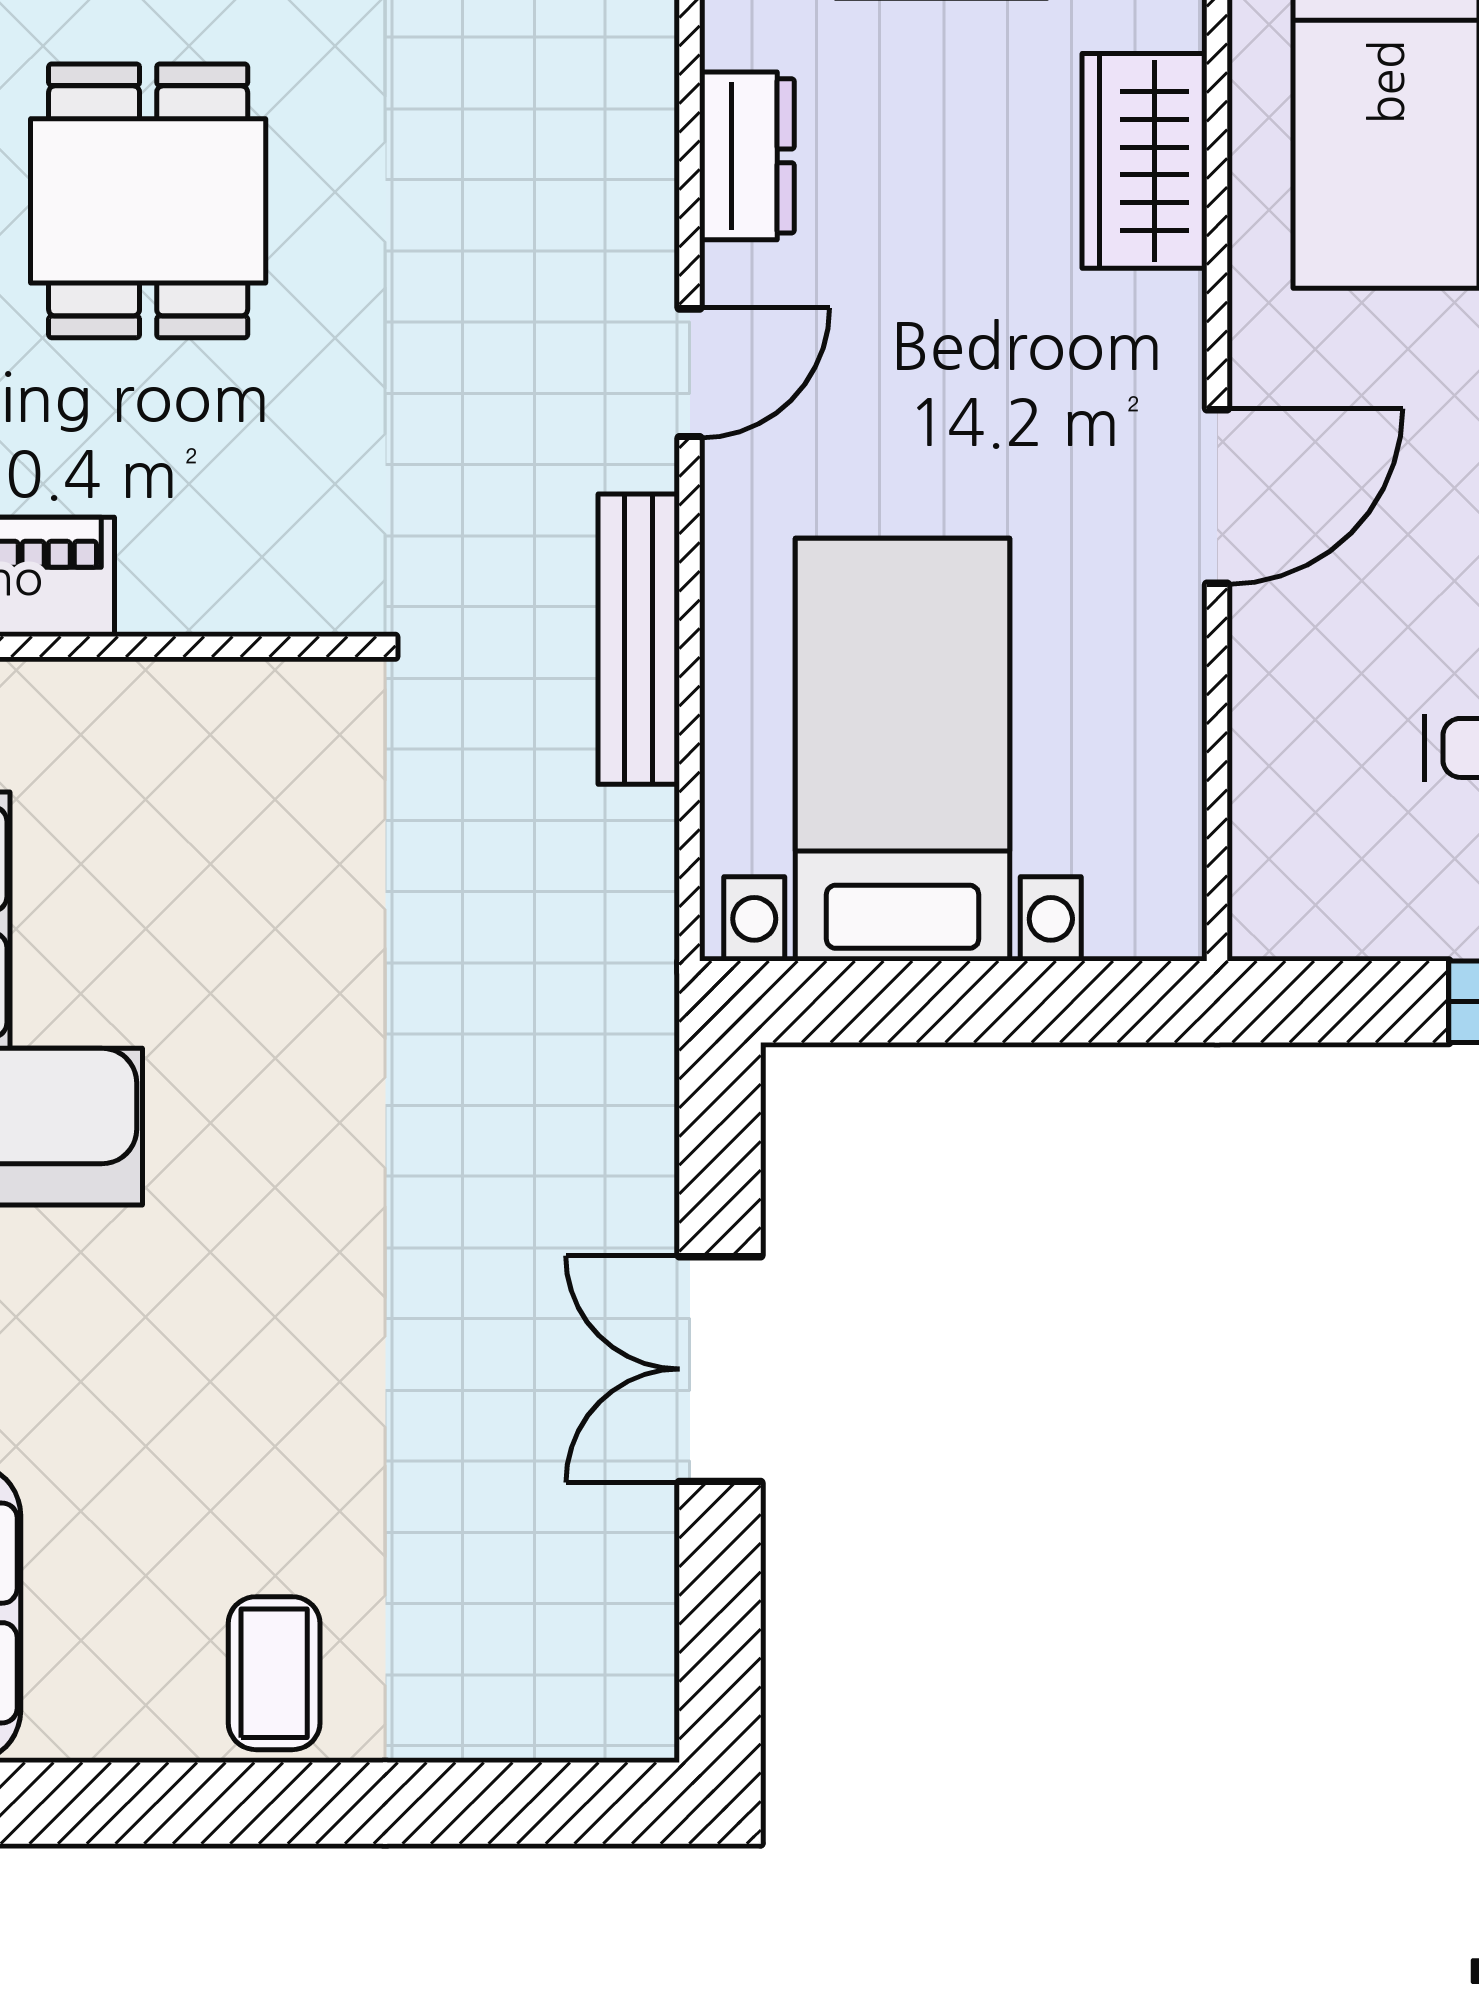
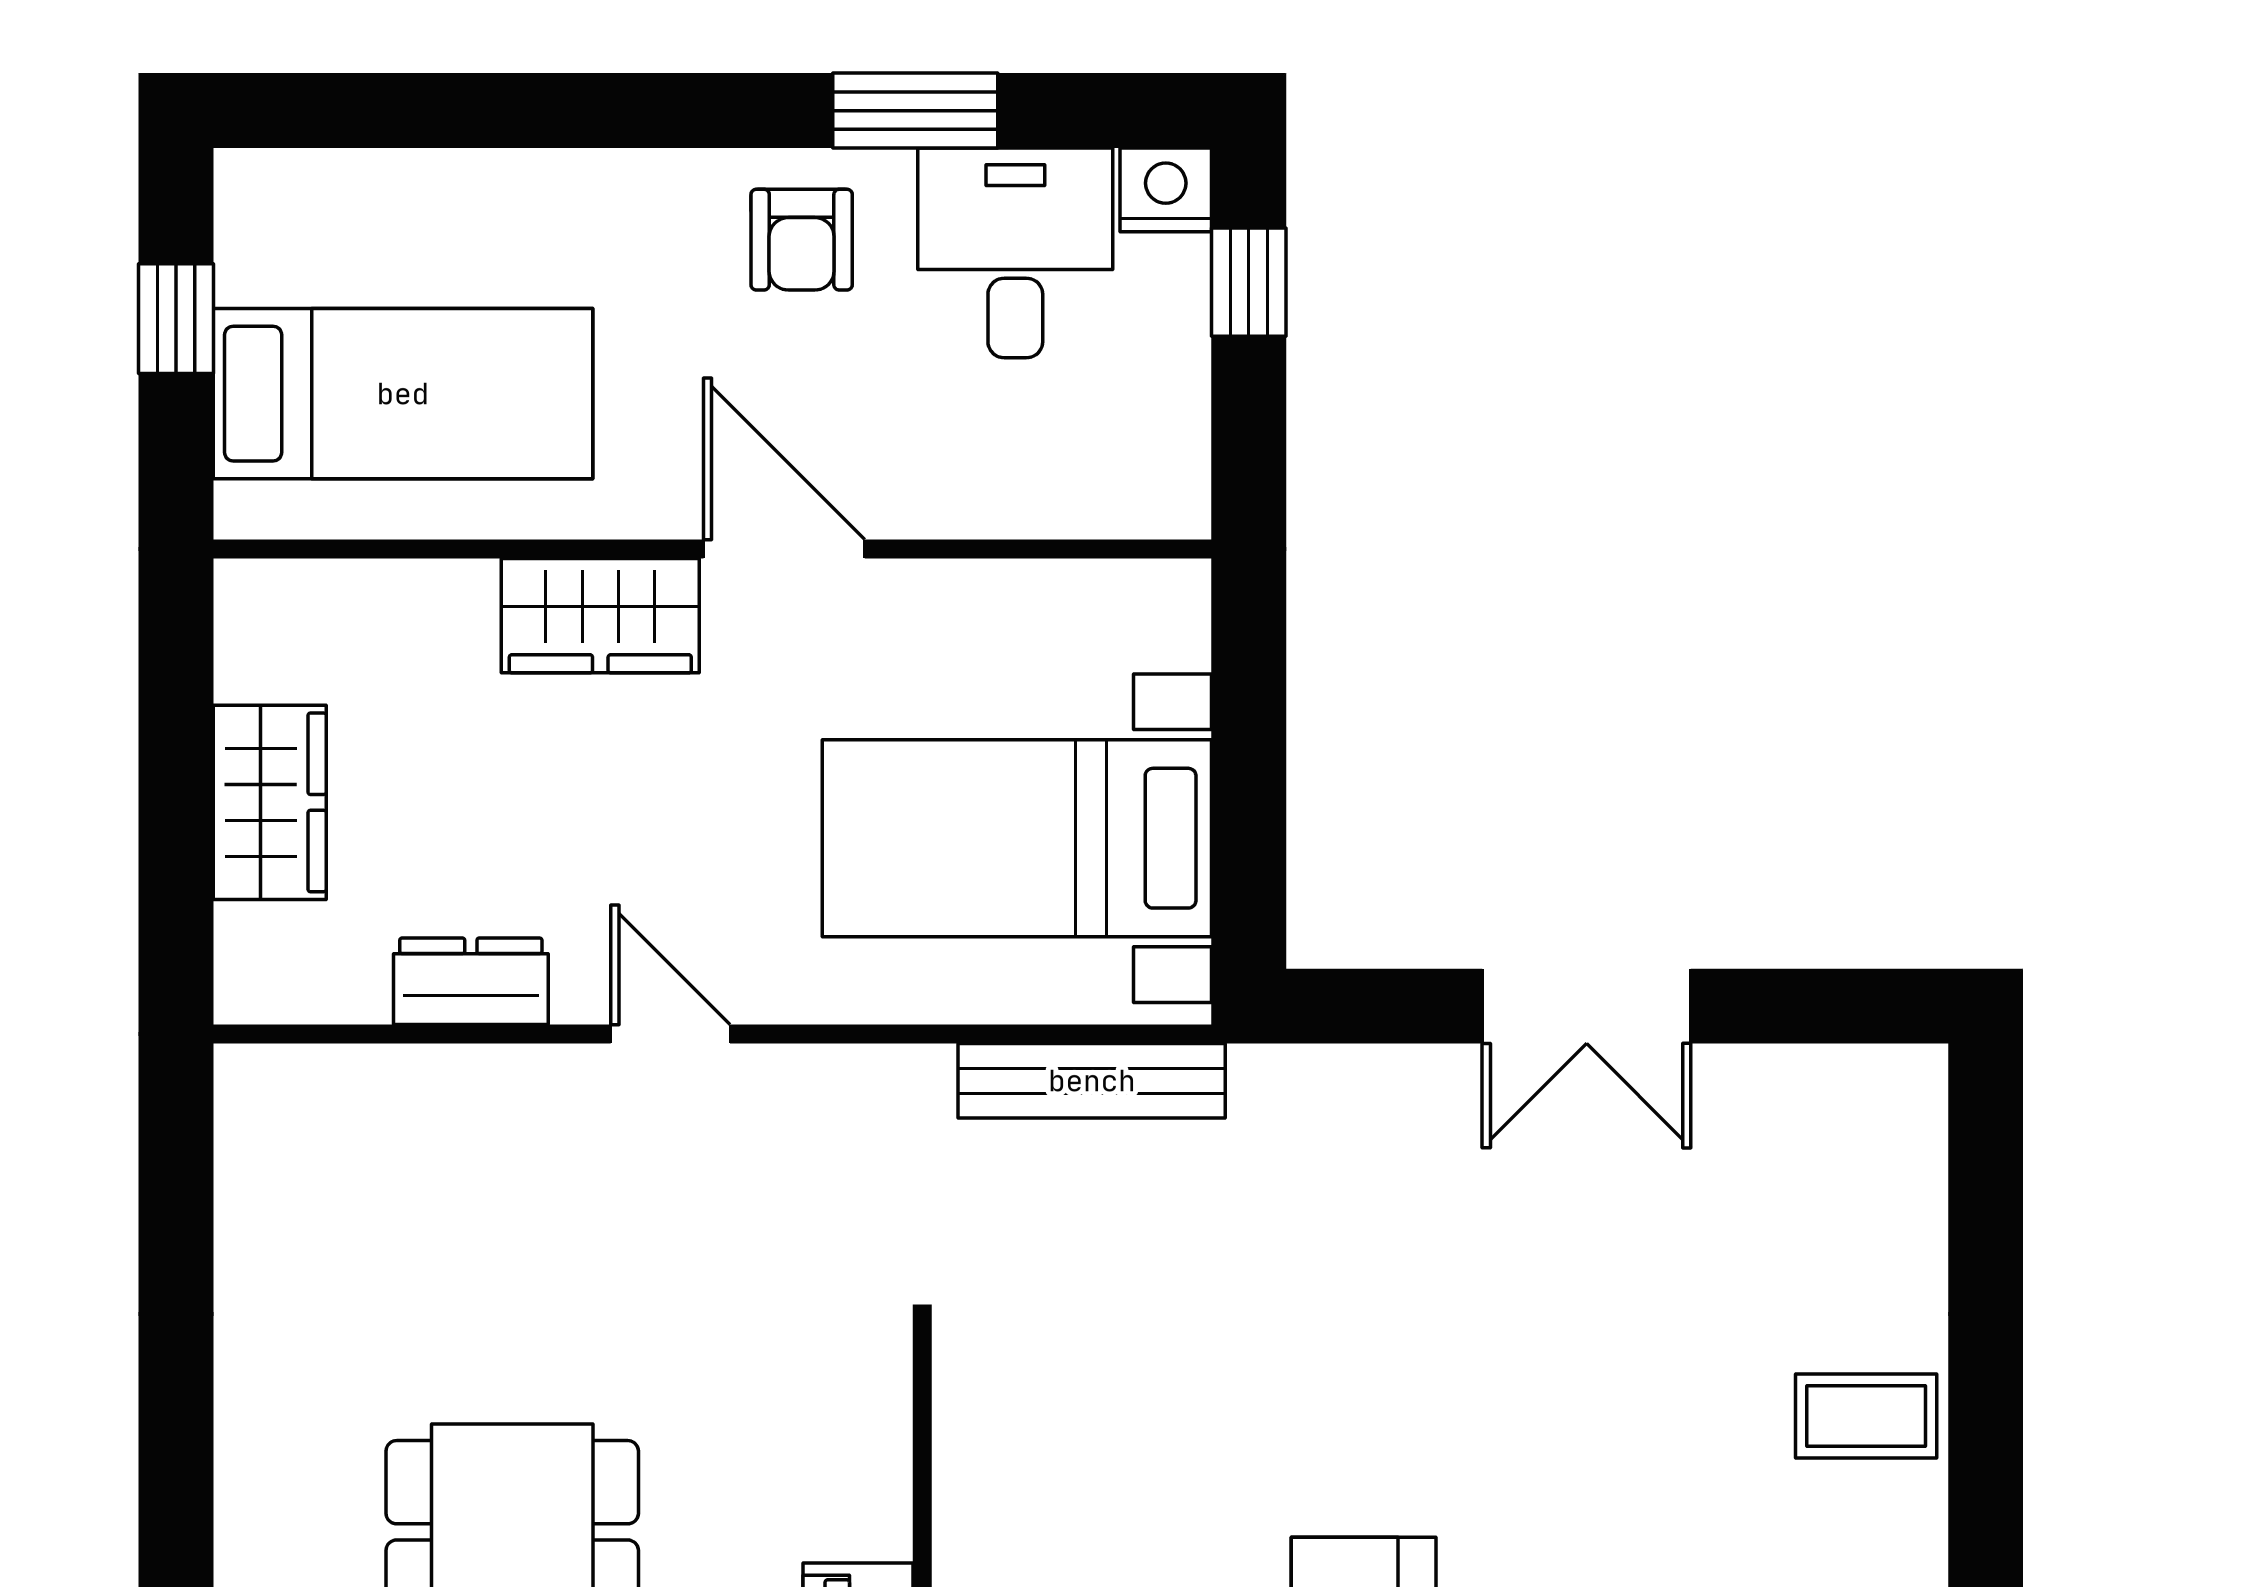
wardrobe: (1145, 161) -> (600, 616), moved
bench: (639, 639) -> (1092, 1081), moved

